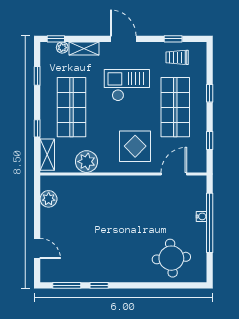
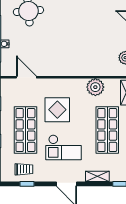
plant: (62, 48) -> (115, 177), removed
display table: (135, 146) -> (57, 110), moved
door: (174, 174) -> (26, 77), swing flipped

